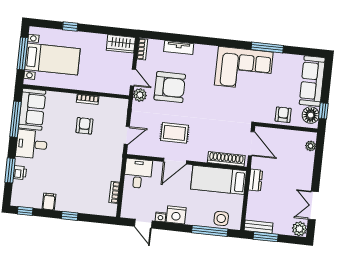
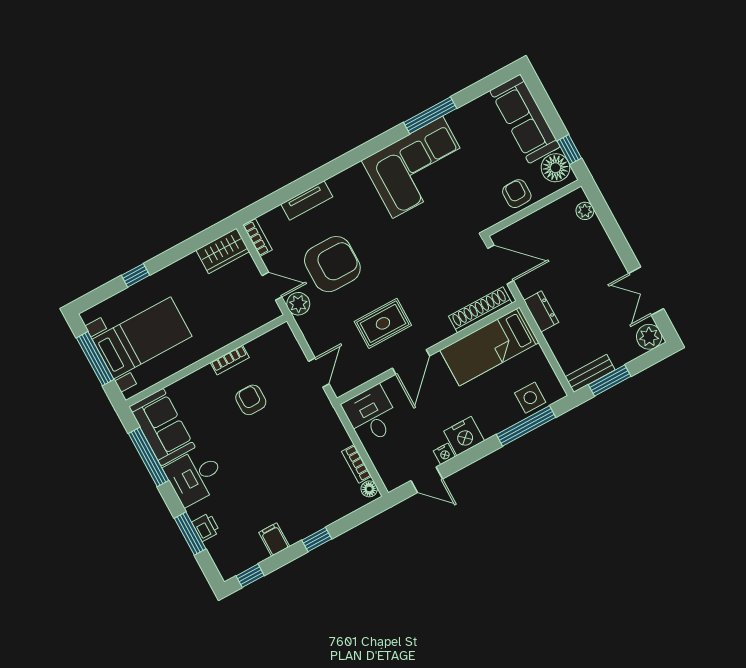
floor lamp: (112, 209) -> (369, 489), added

